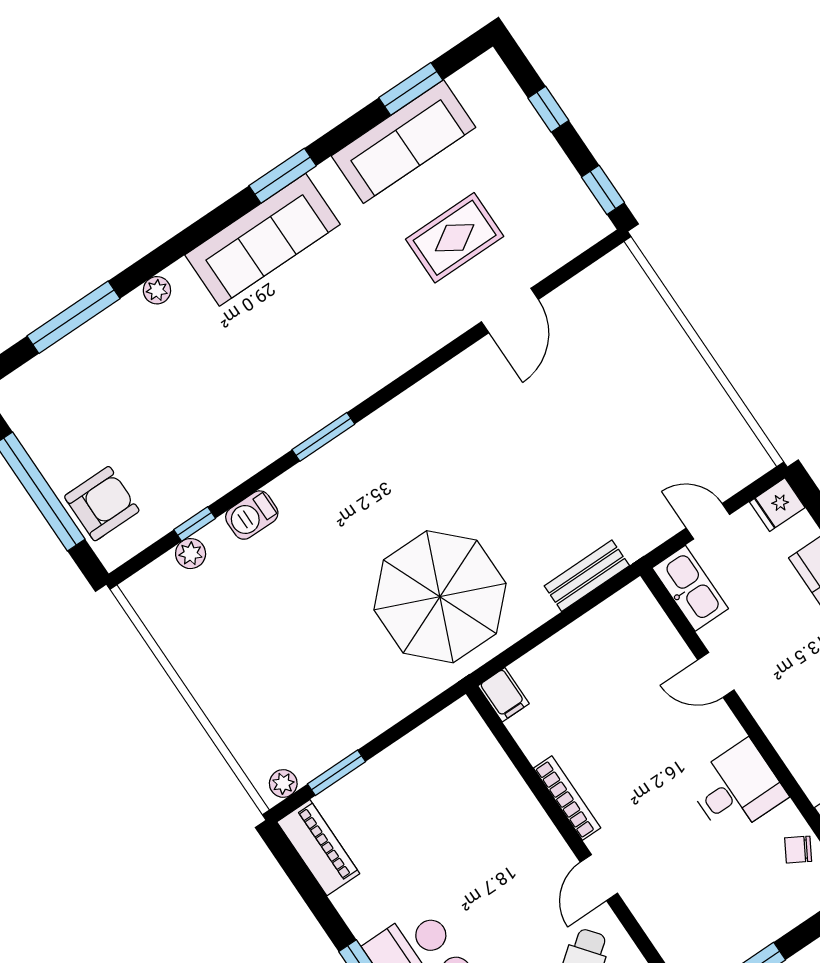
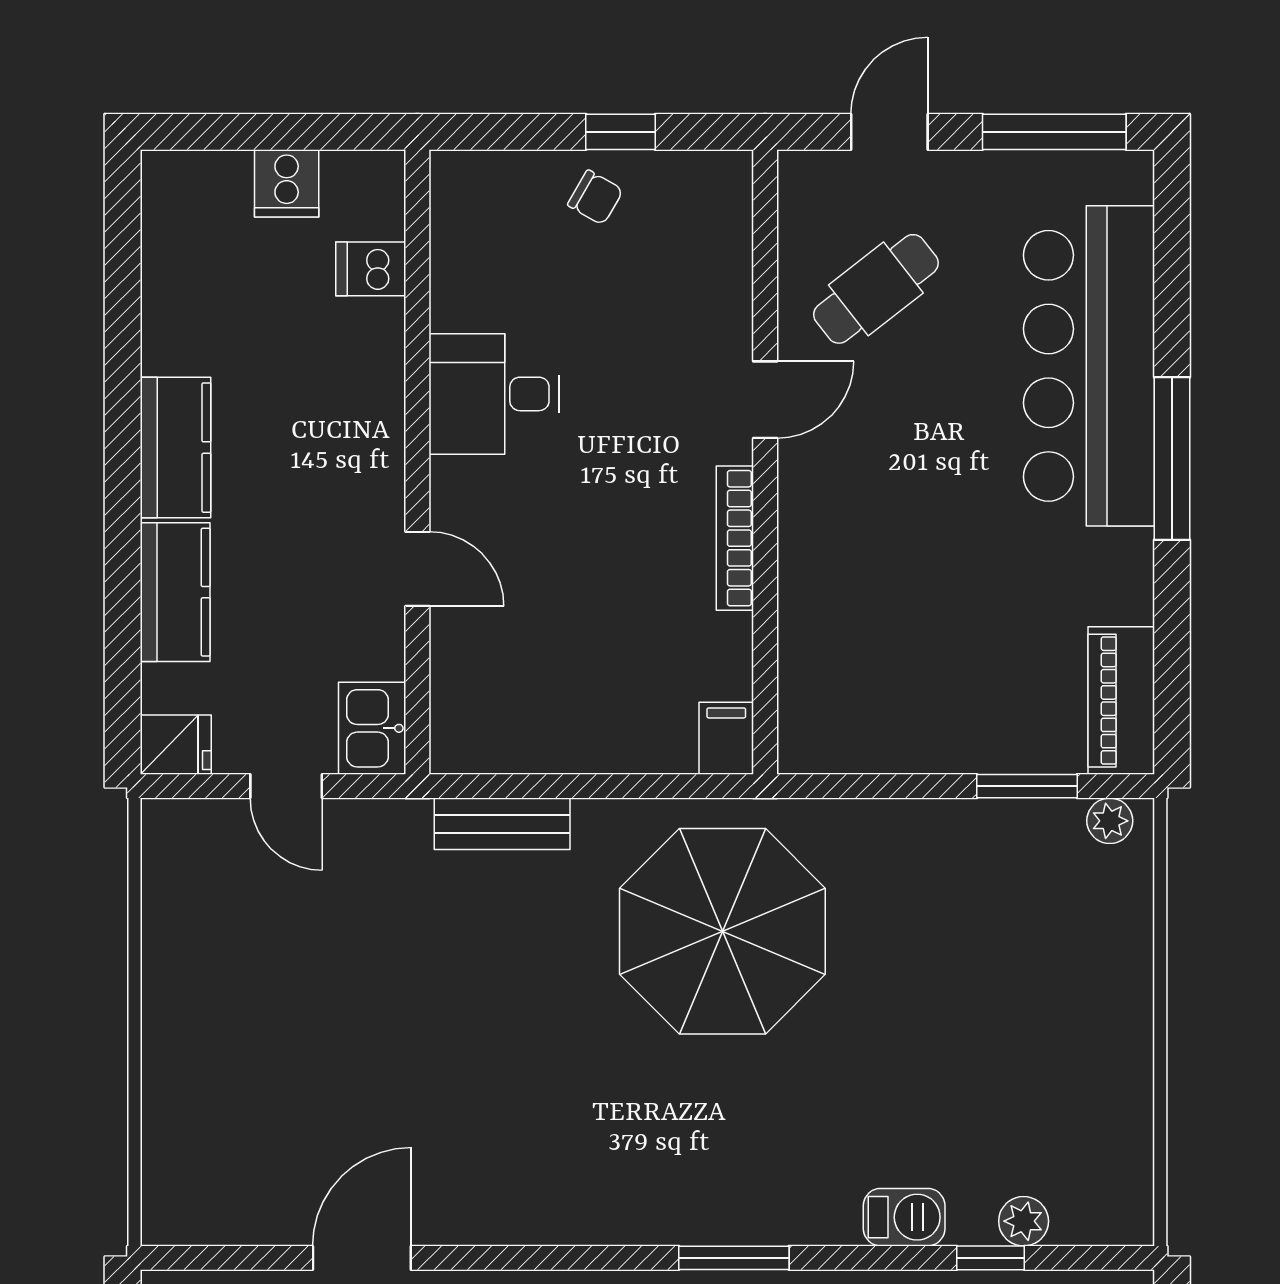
kitchen sink: (690, 588) -> (372, 728), width x0.73
chair: (798, 850) -> (595, 197), moved

